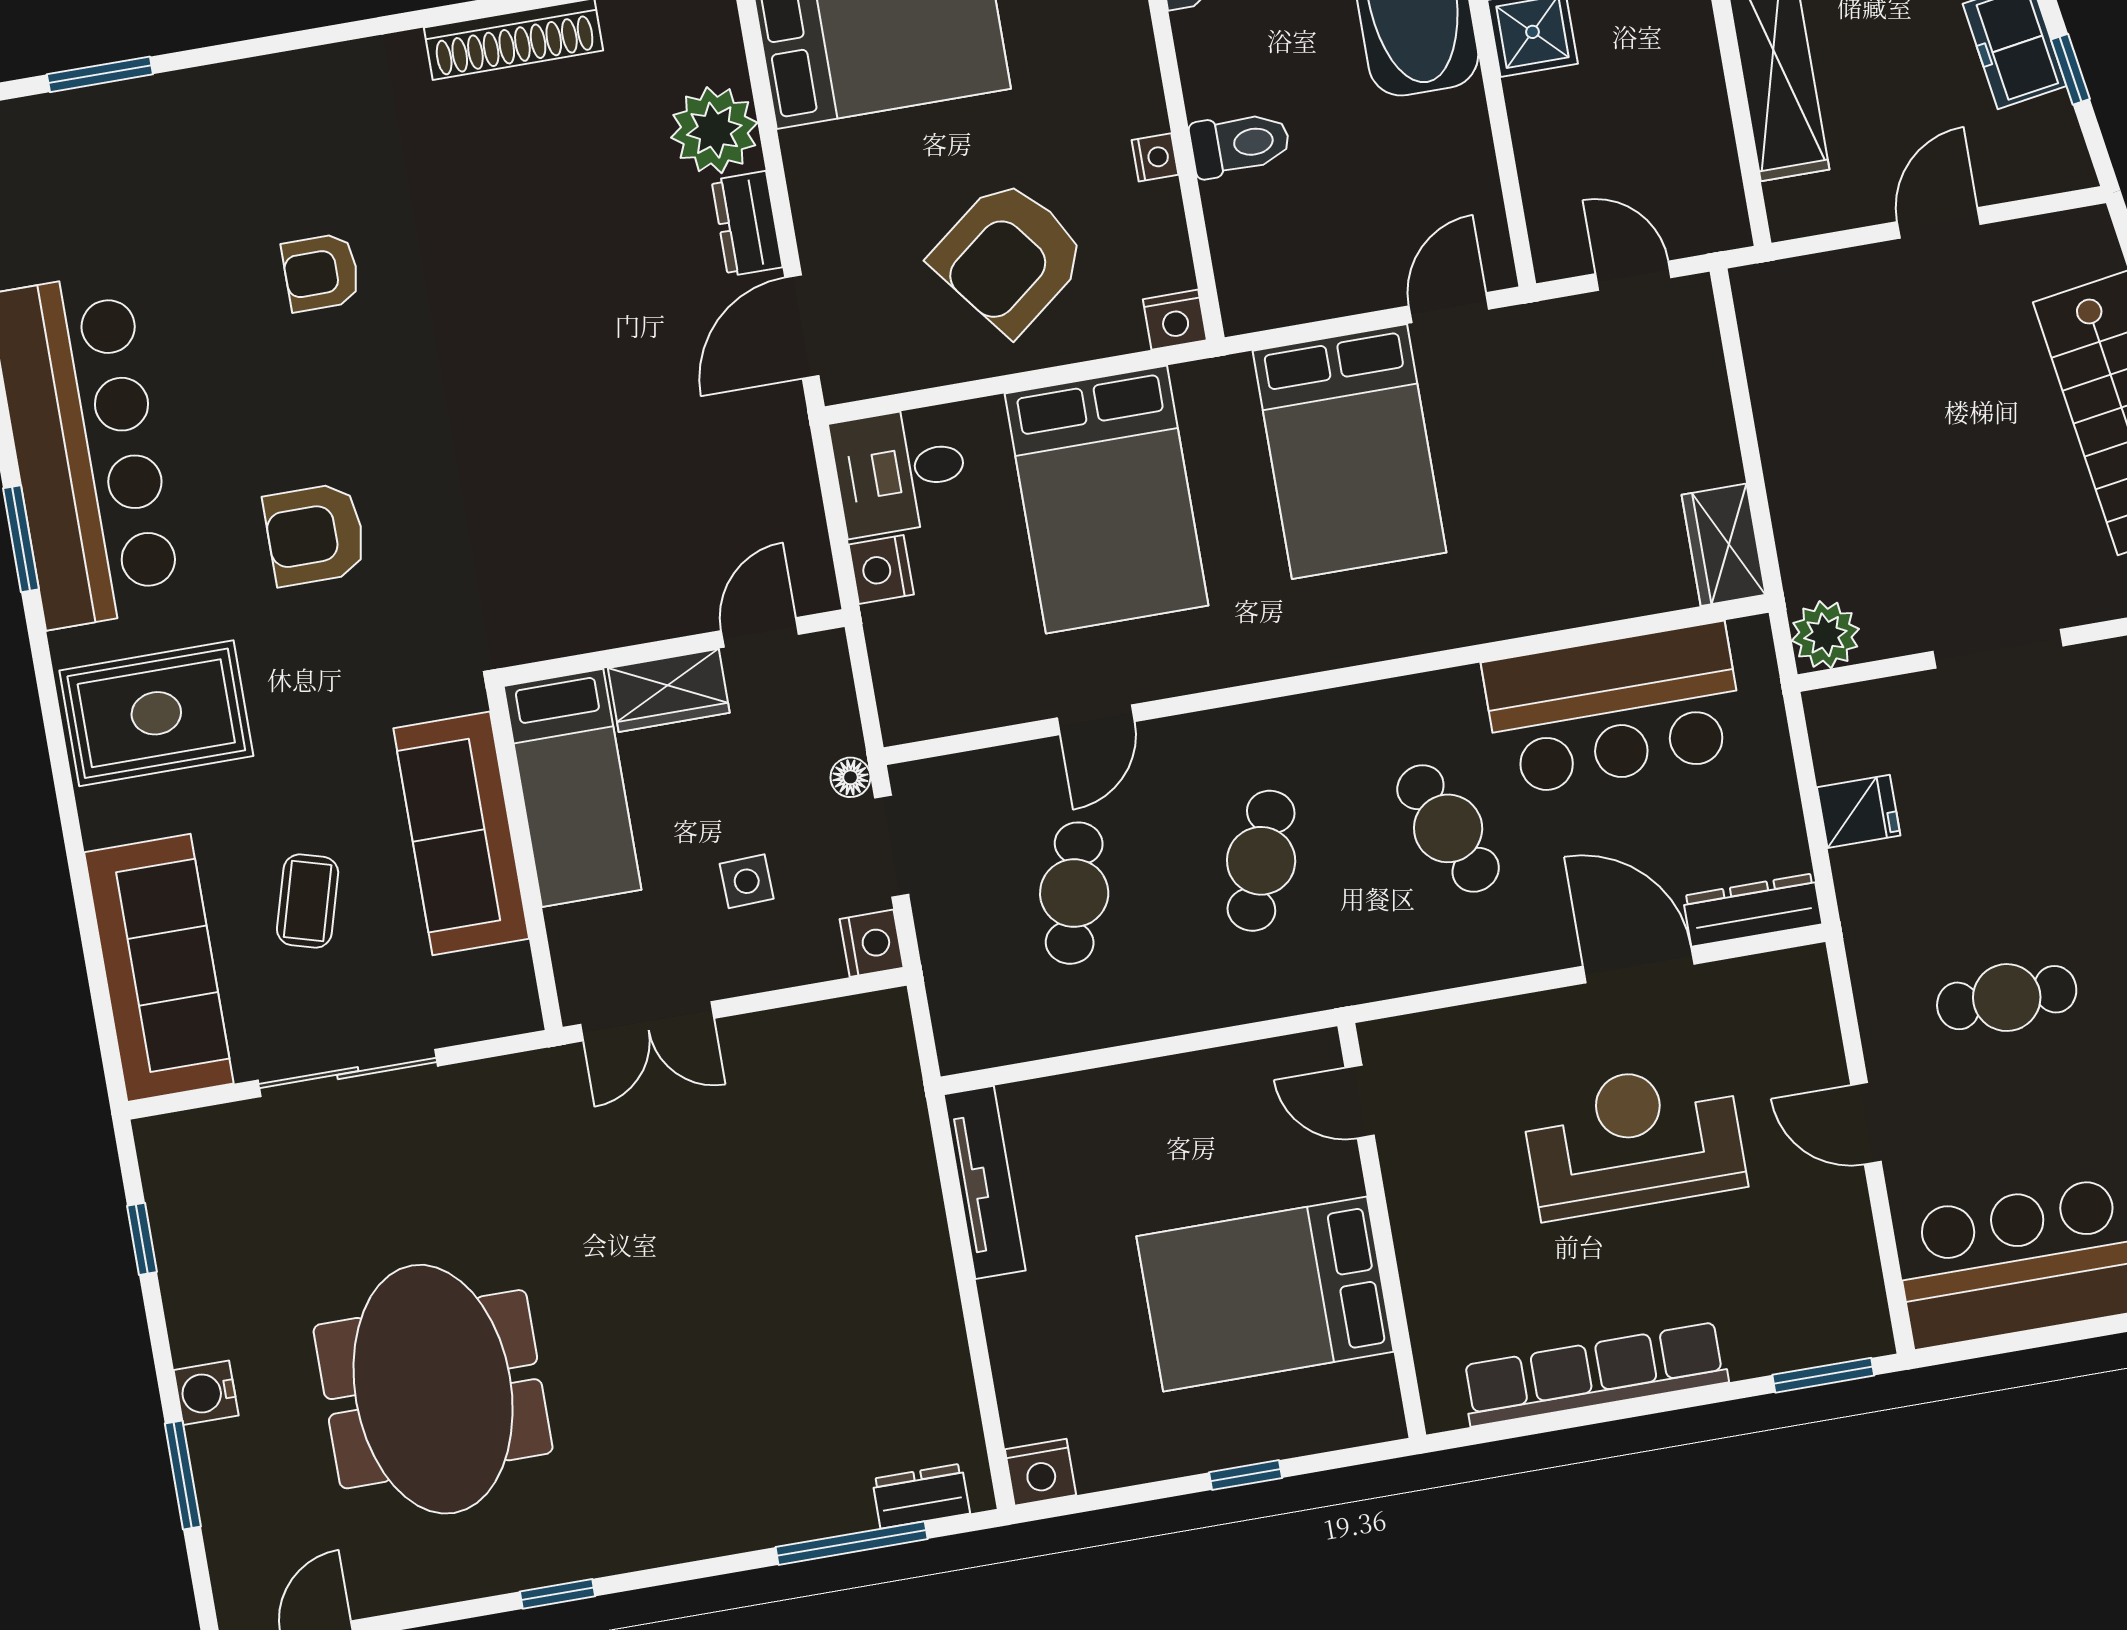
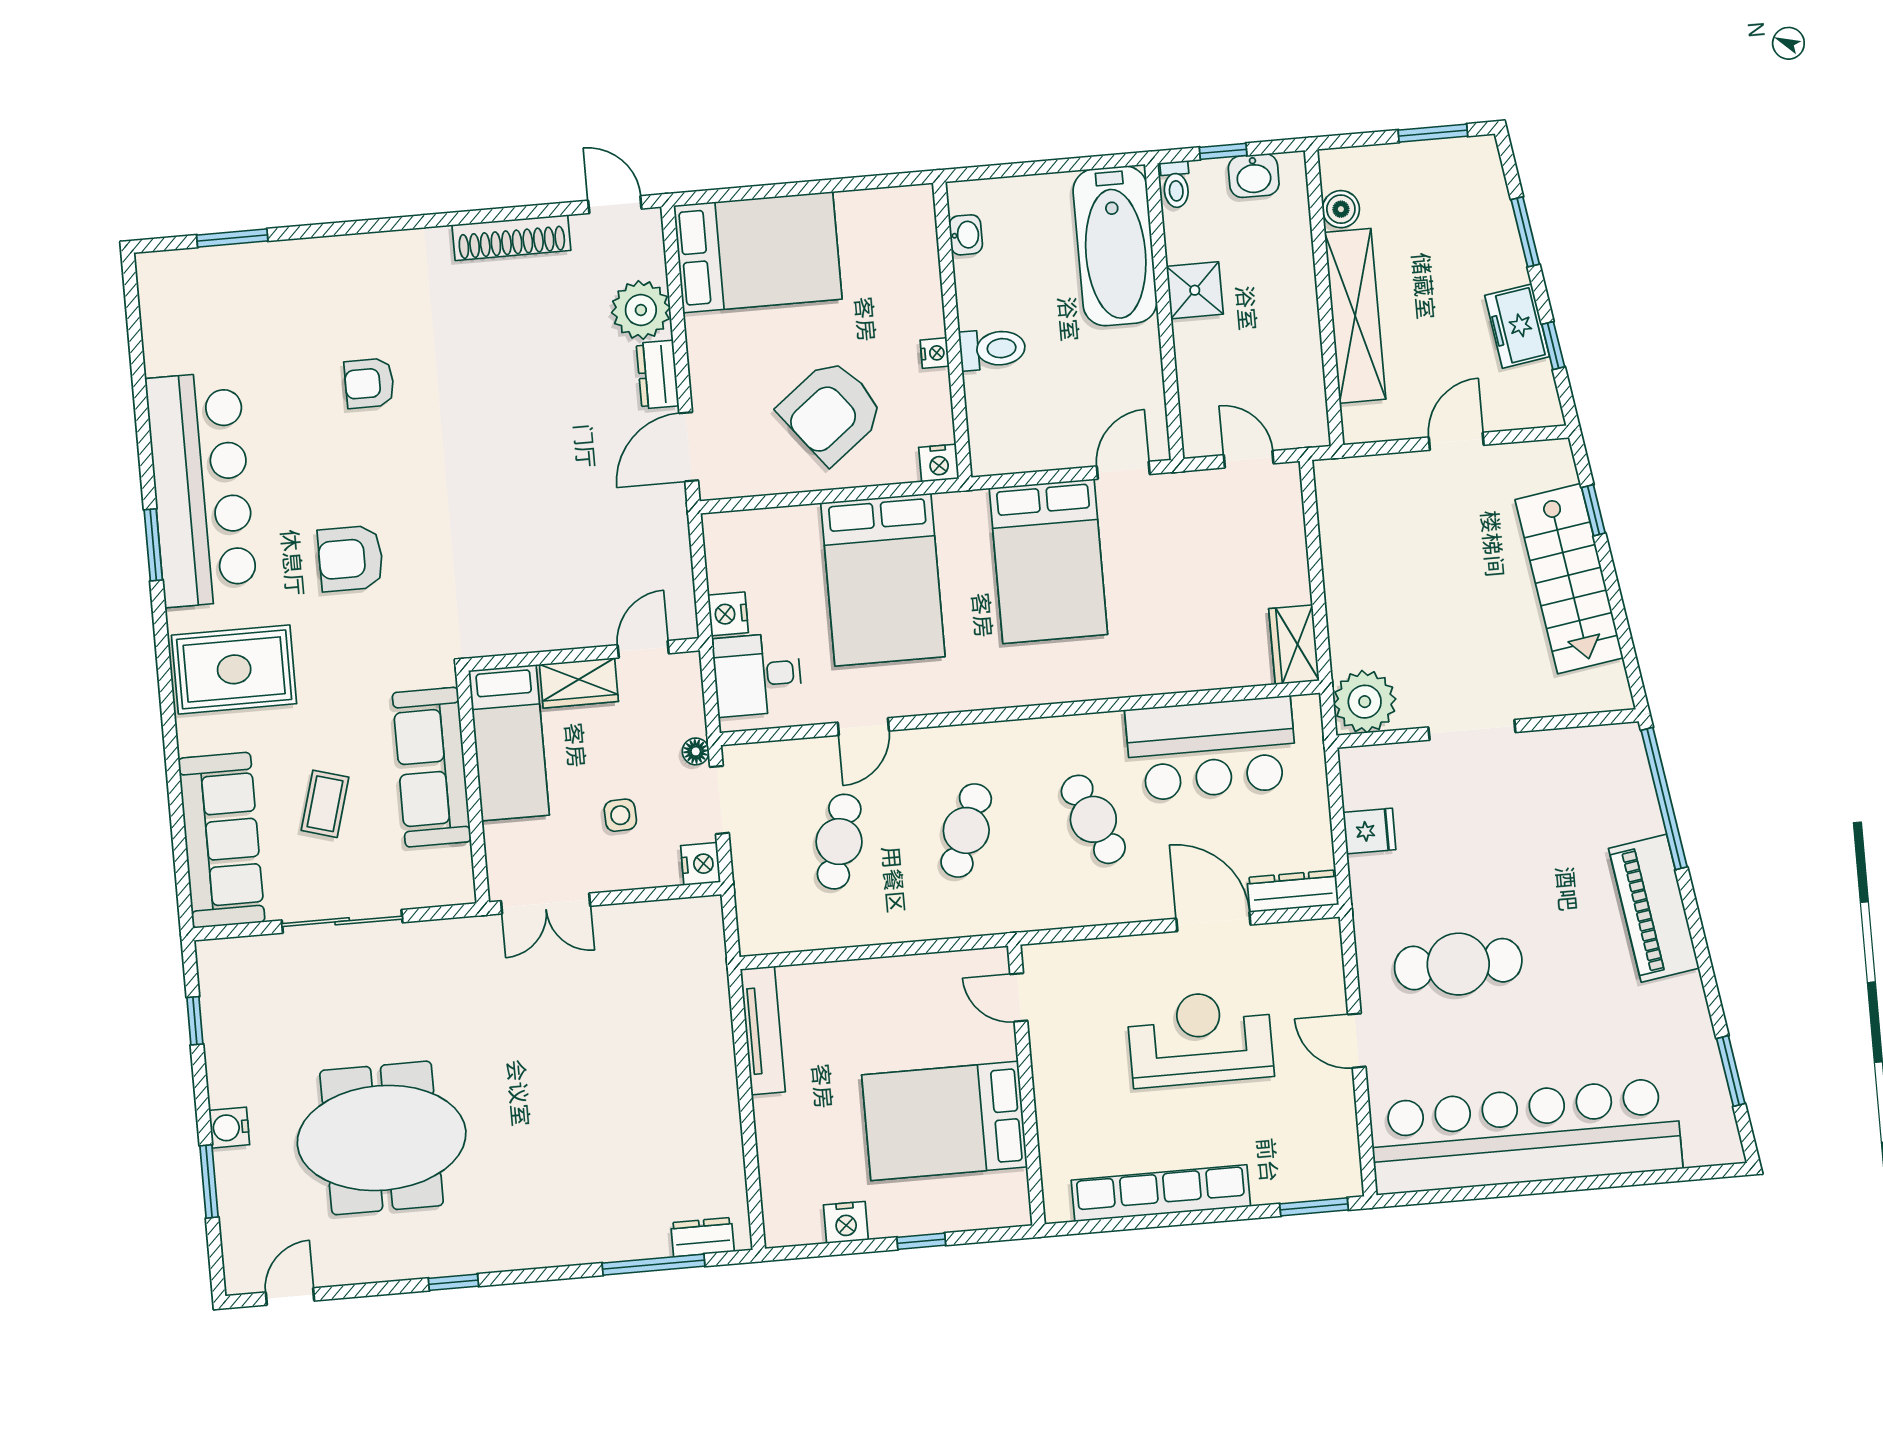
desk: (900, 471) -> (757, 675), moved
plant: (1825, 635) -> (1365, 702), width x1.36, depth x1.36
cafe table: (2007, 998) -> (1458, 964), width x1.37, depth x1.35
meeting table: (433, 1389) -> (382, 1138), turned 90
nightstand: (1041, 1472) -> (846, 1222), moved

